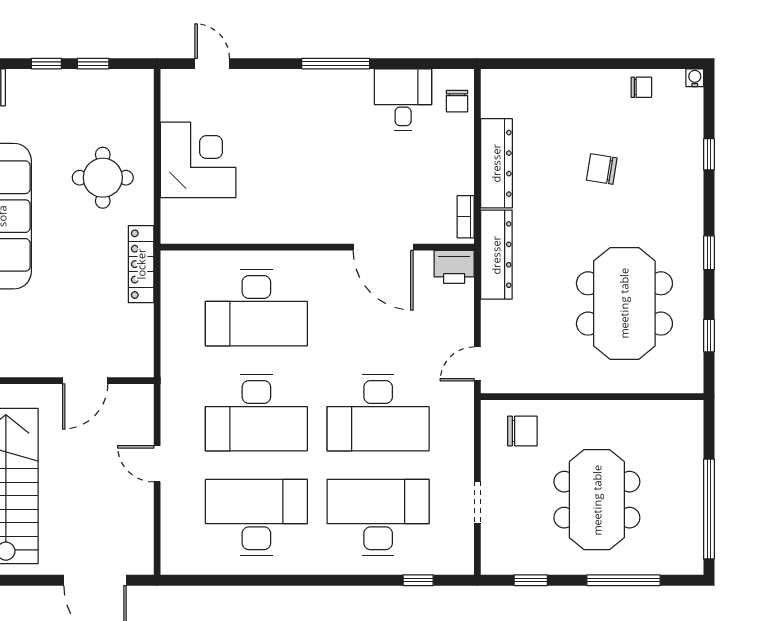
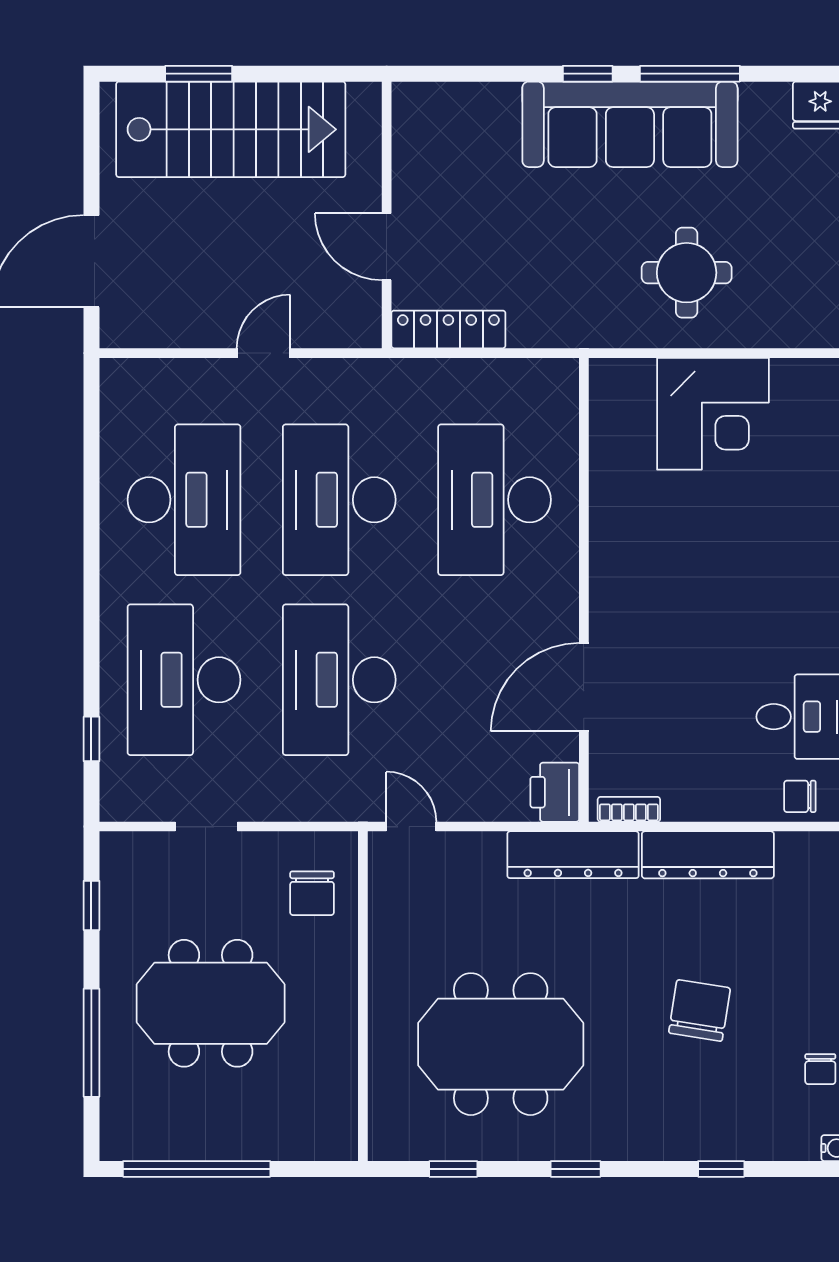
chair: (602, 169) -> (699, 1010), width x1.37, depth x1.37
locker: (141, 264) -> (448, 329), moved
desk: (378, 518) -> (184, 680), turned 180

